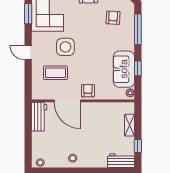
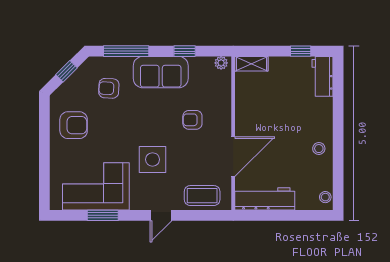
sofa: (124, 69) -> (161, 72), moved
coffee table: (55, 73) -> (202, 196), moved, turned 90
armchair: (88, 91) -> (192, 120), moved
workbench: (39, 117) -> (265, 199), width x1.38
shelving: (130, 125) -> (251, 64), moved

